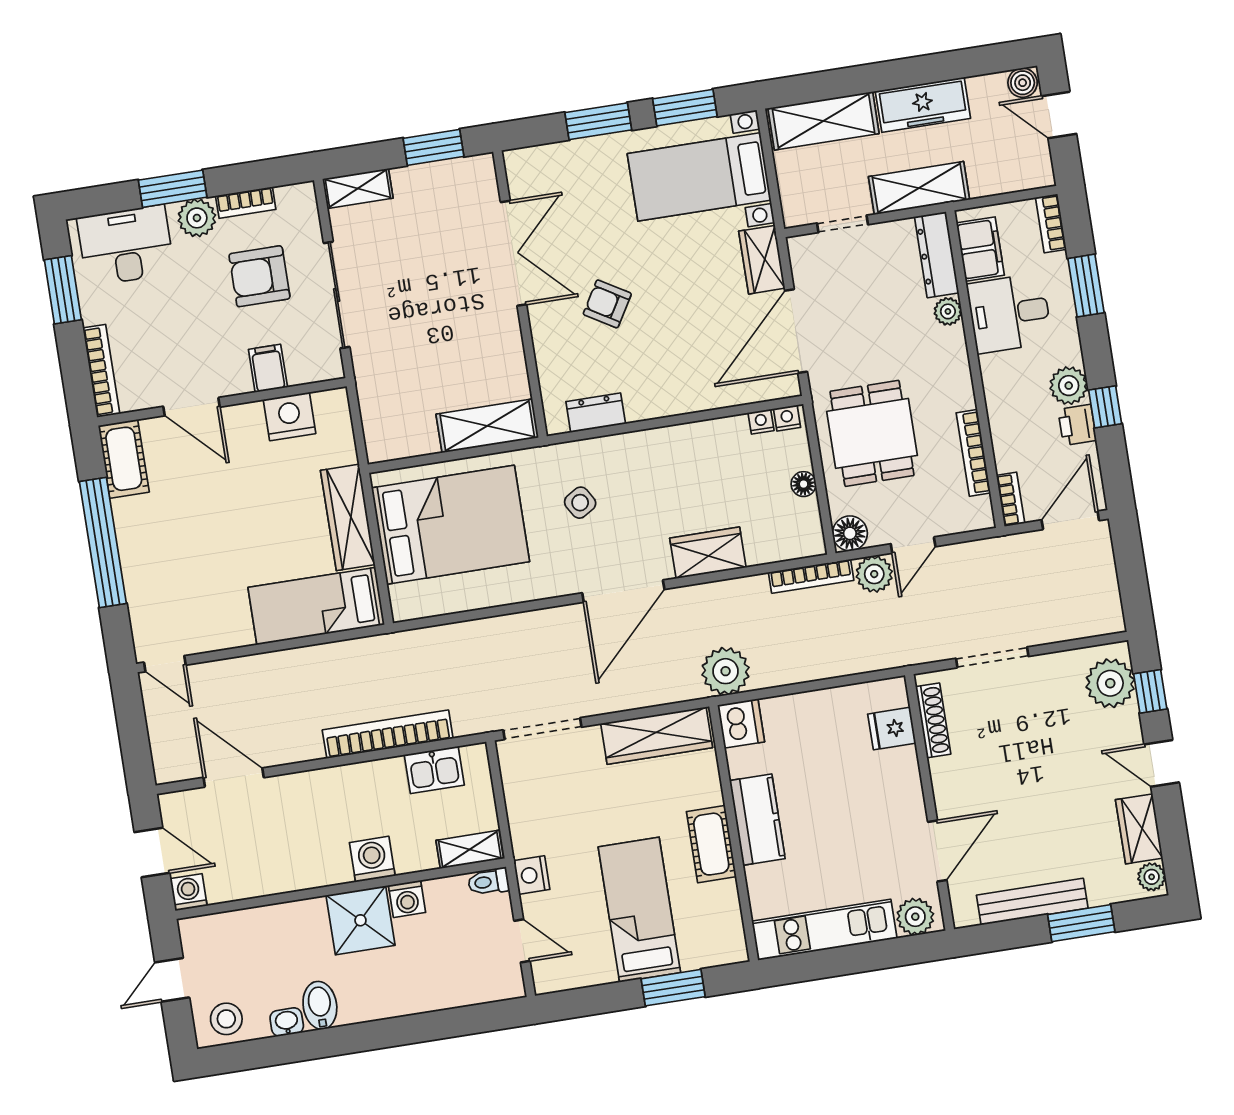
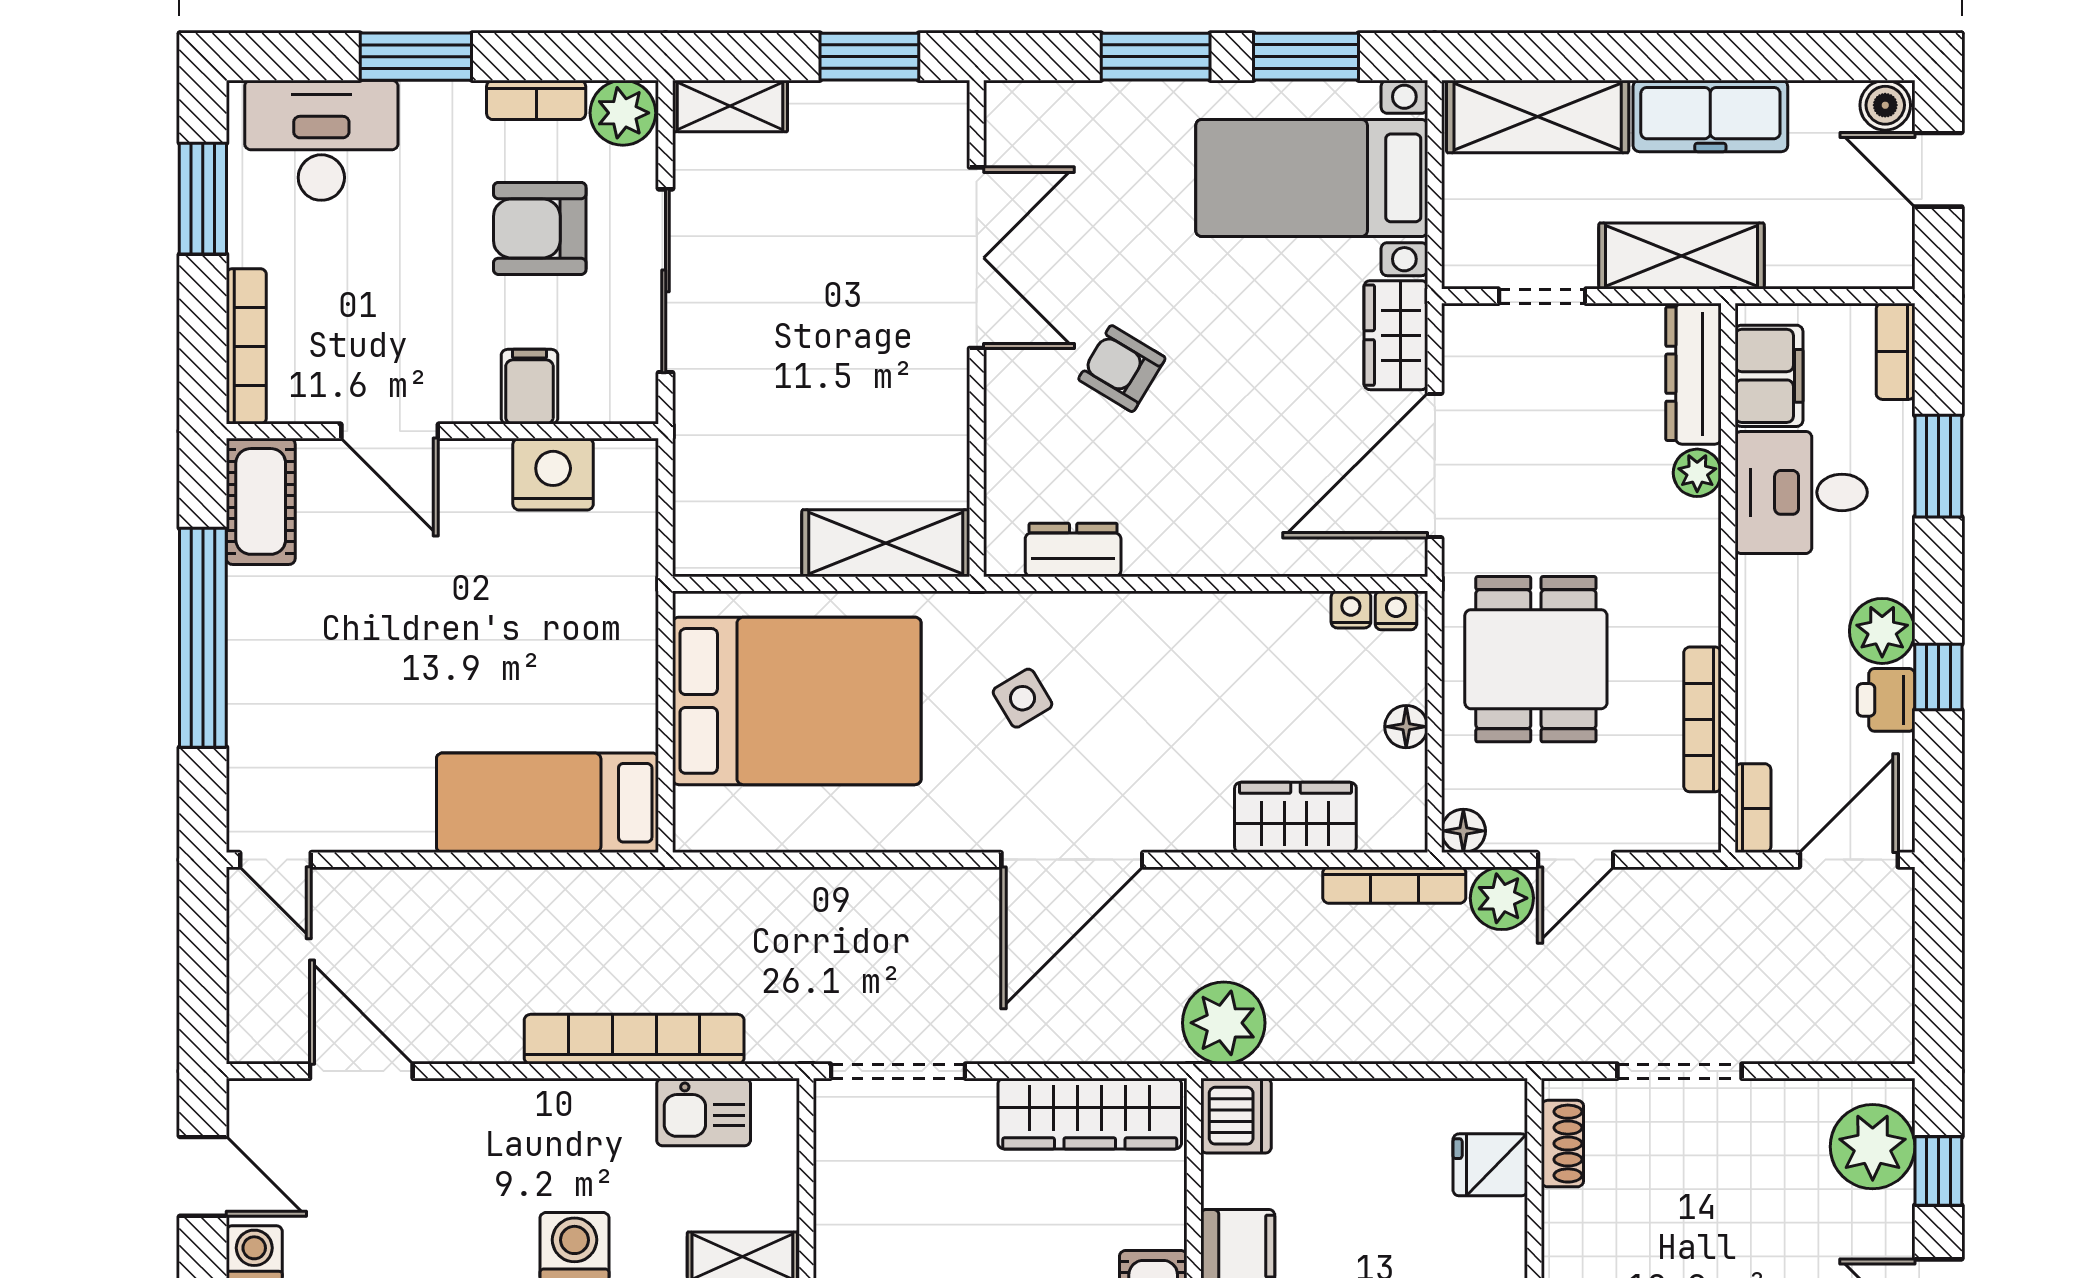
plant: (197, 218) -> (623, 113), moved
wardrobe: (348, 517) -> (625, 661), removed
floor lamp: (850, 533) -> (1463, 831), width x0.73, depth x0.73
wardrobe: (708, 553) -> (1295, 817), moved
shoe rack: (933, 720) -> (1562, 1144), width x0.70

